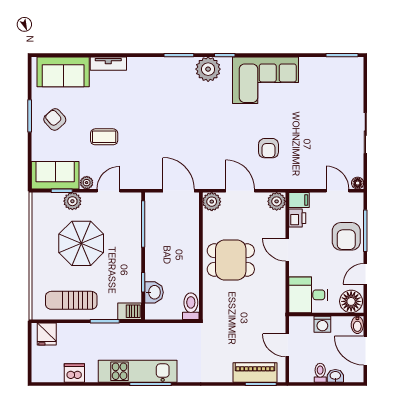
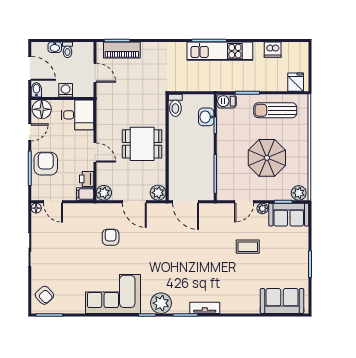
tv unit: (108, 64) -> (205, 308), moved
armchair: (55, 119) -> (44, 295), moved
plant: (72, 201) -> (299, 193), moved
sun lounger: (71, 300) -> (275, 110), turned 180

